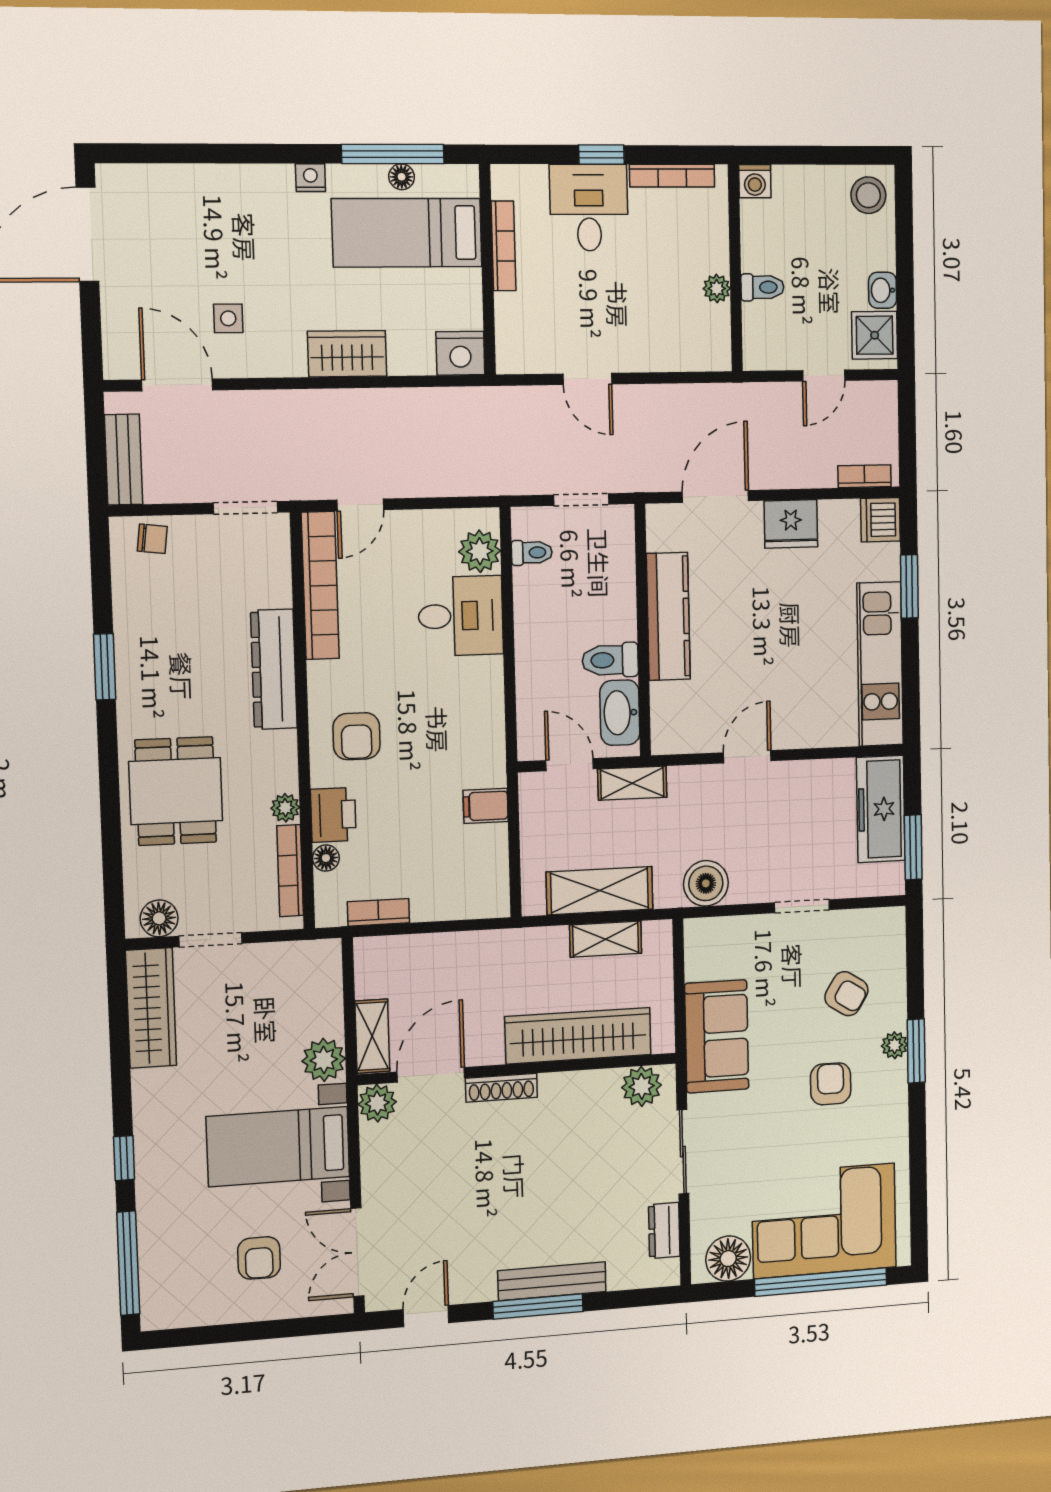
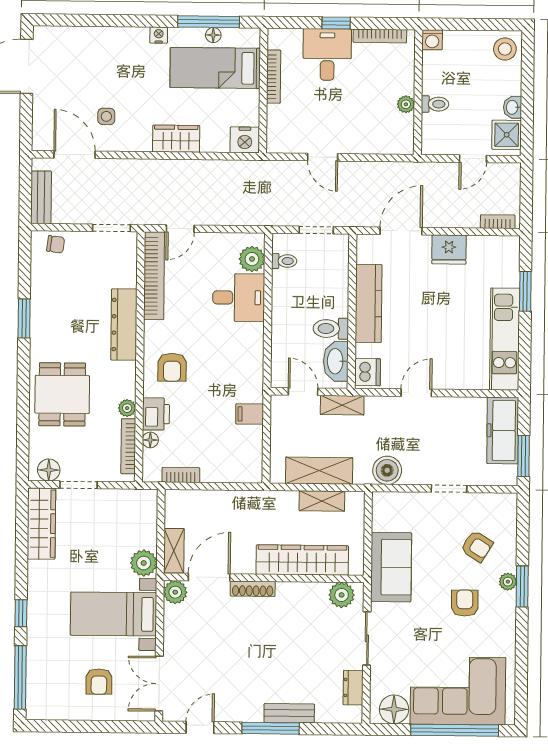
dishwasher: (880, 520) -> (368, 372), moved, turned 180
bench: (552, 1281) -> (289, 713), width x0.73

